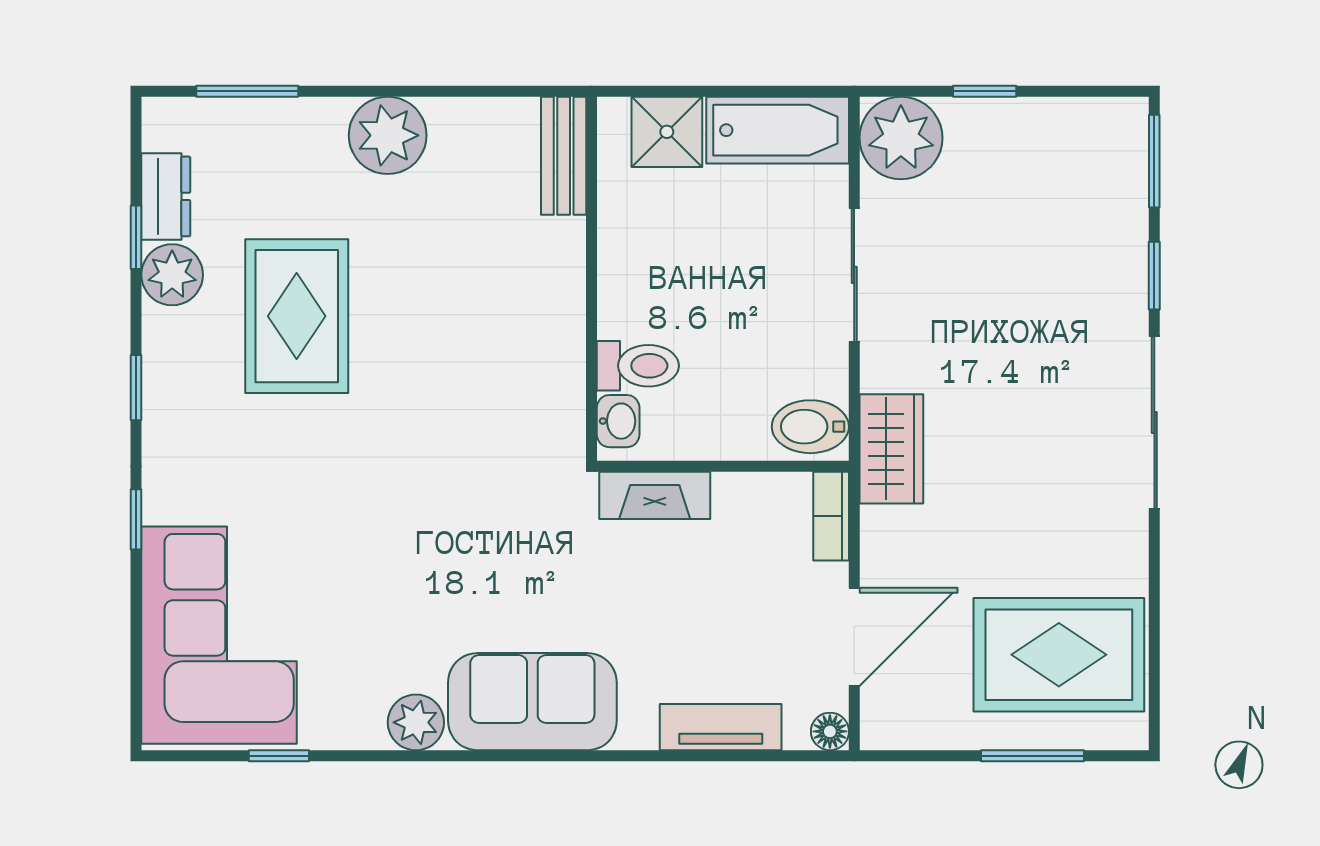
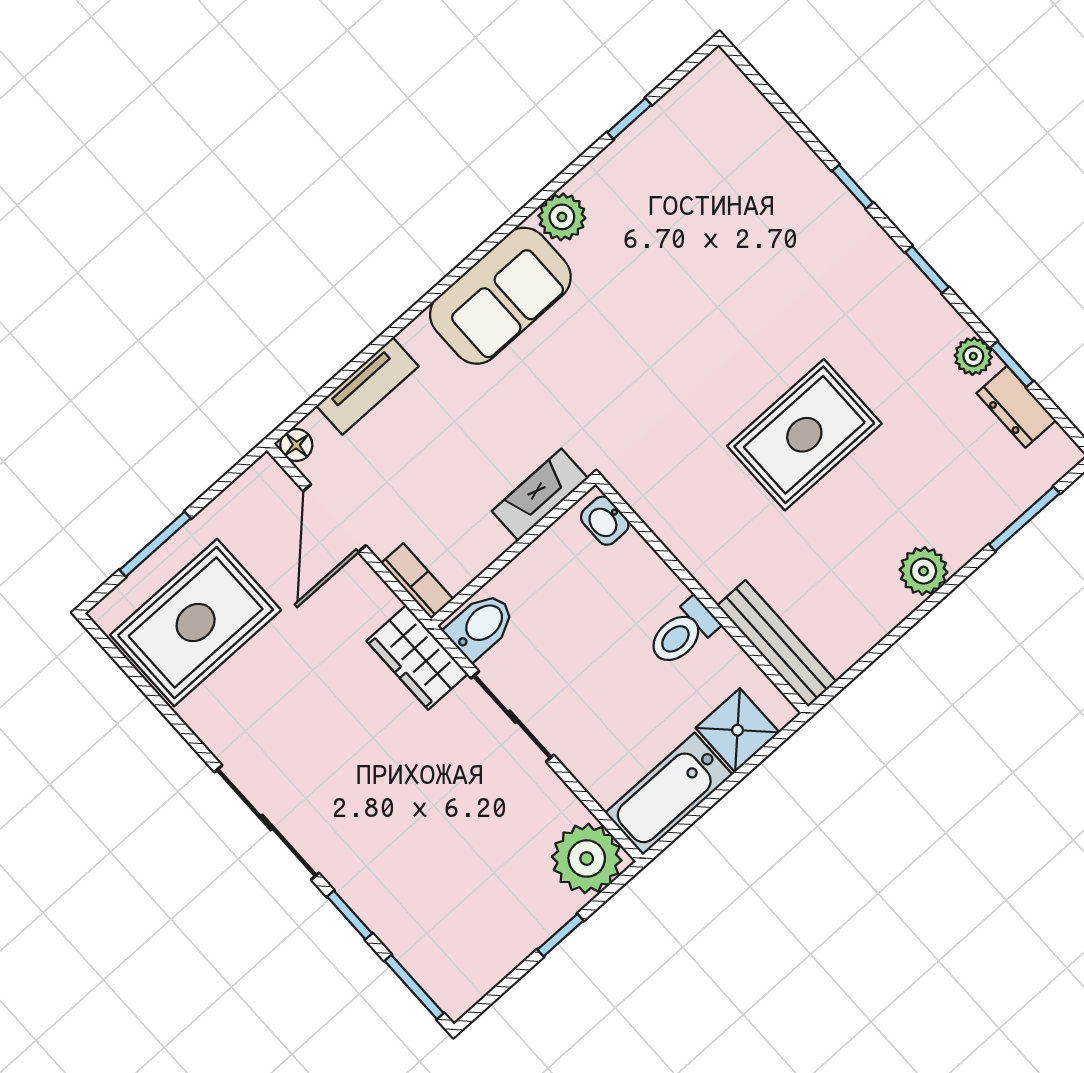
plant: (388, 135) -> (924, 571), width x0.73, depth x0.73
bench: (564, 156) -> (777, 643), width x1.36
plant: (172, 275) -> (973, 356), width x0.73, depth x0.73
sliding door: (854, 275) -> (512, 717), moved
rug: (297, 316) -> (804, 435), moved, turned 90
toilet: (638, 366) -> (683, 632), moved
corner sofa: (219, 635) -> (735, 161), removed

